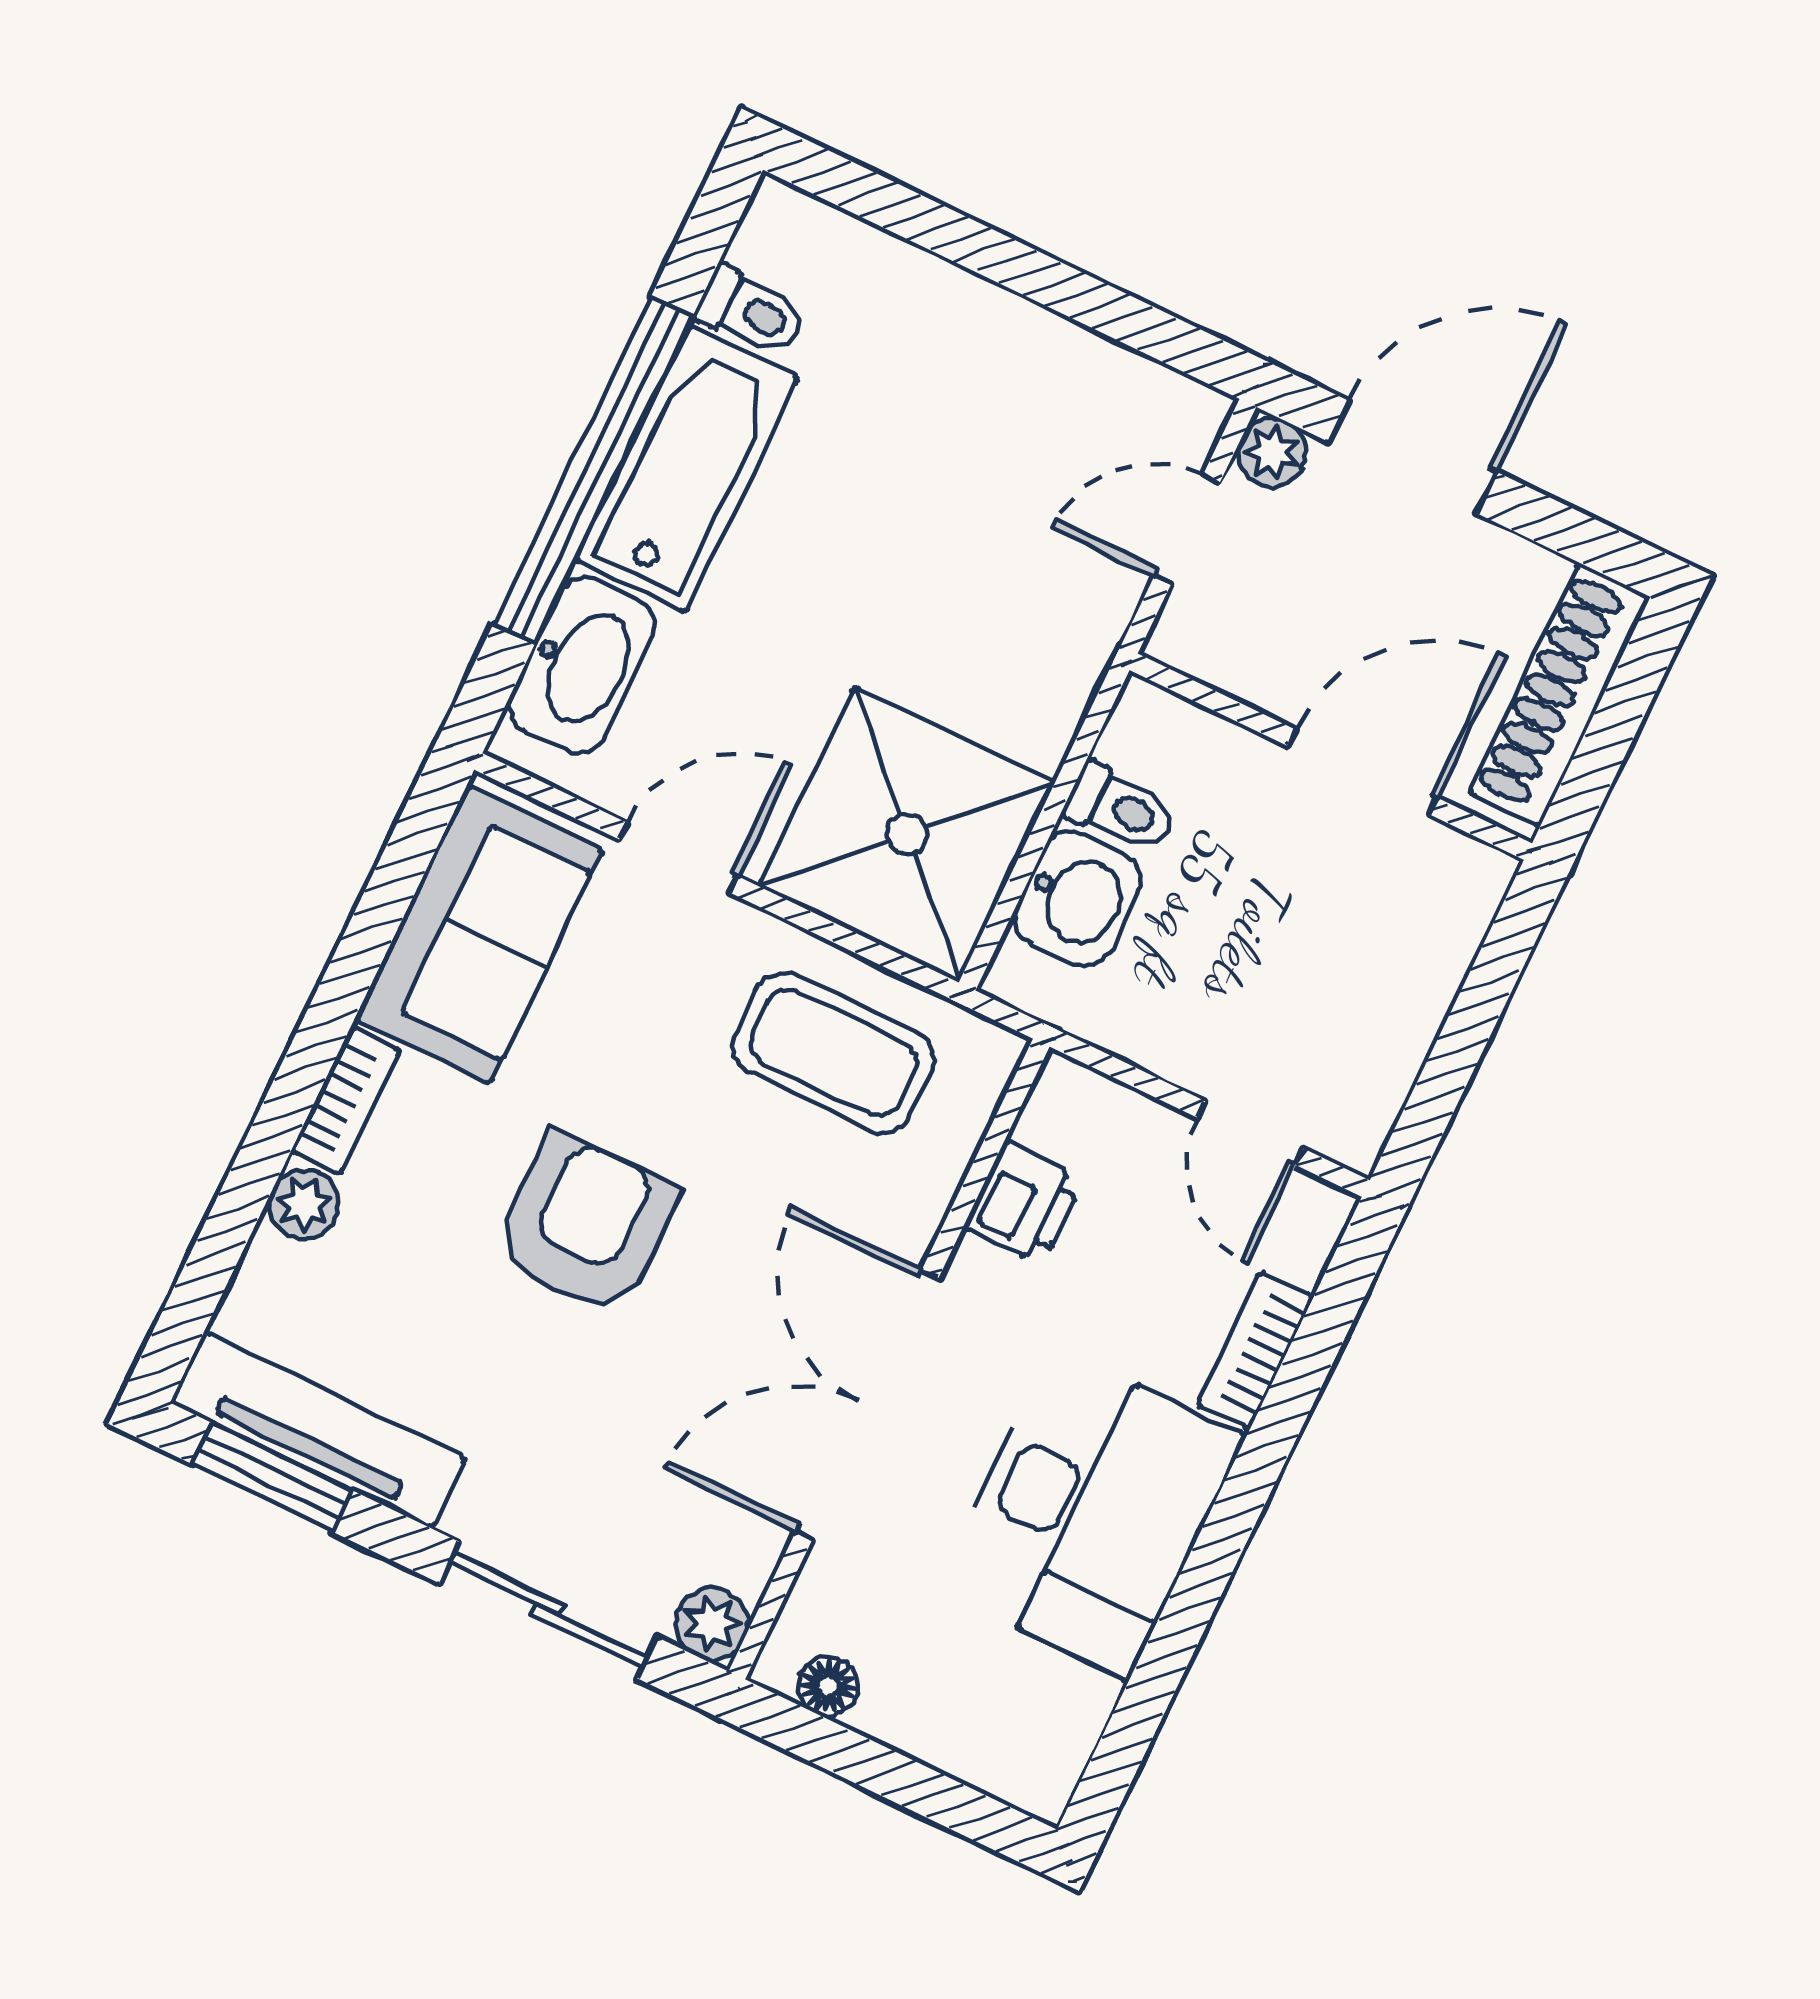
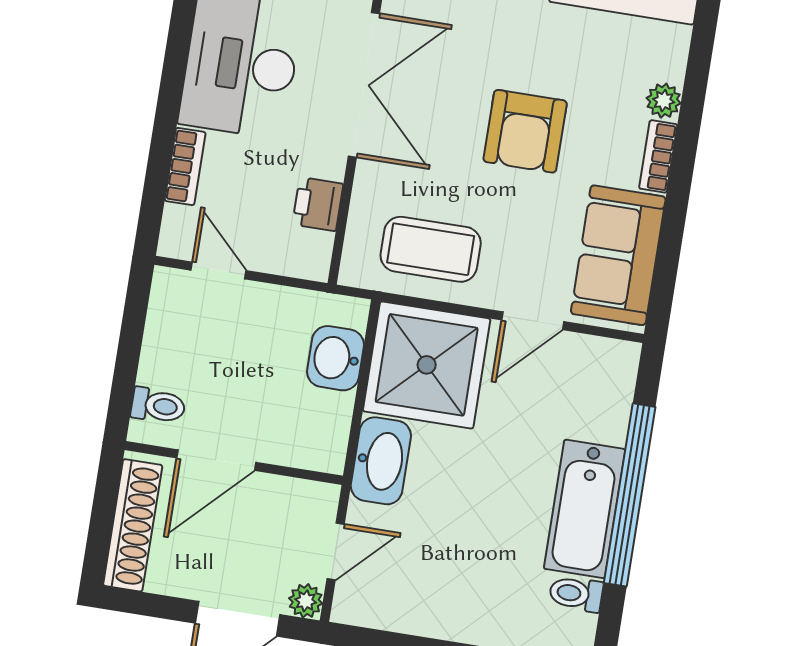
washbasin: (582, 665) -> (381, 461), moved, turned 180
toilet: (1121, 808) -> (158, 406), moved, turned 180

